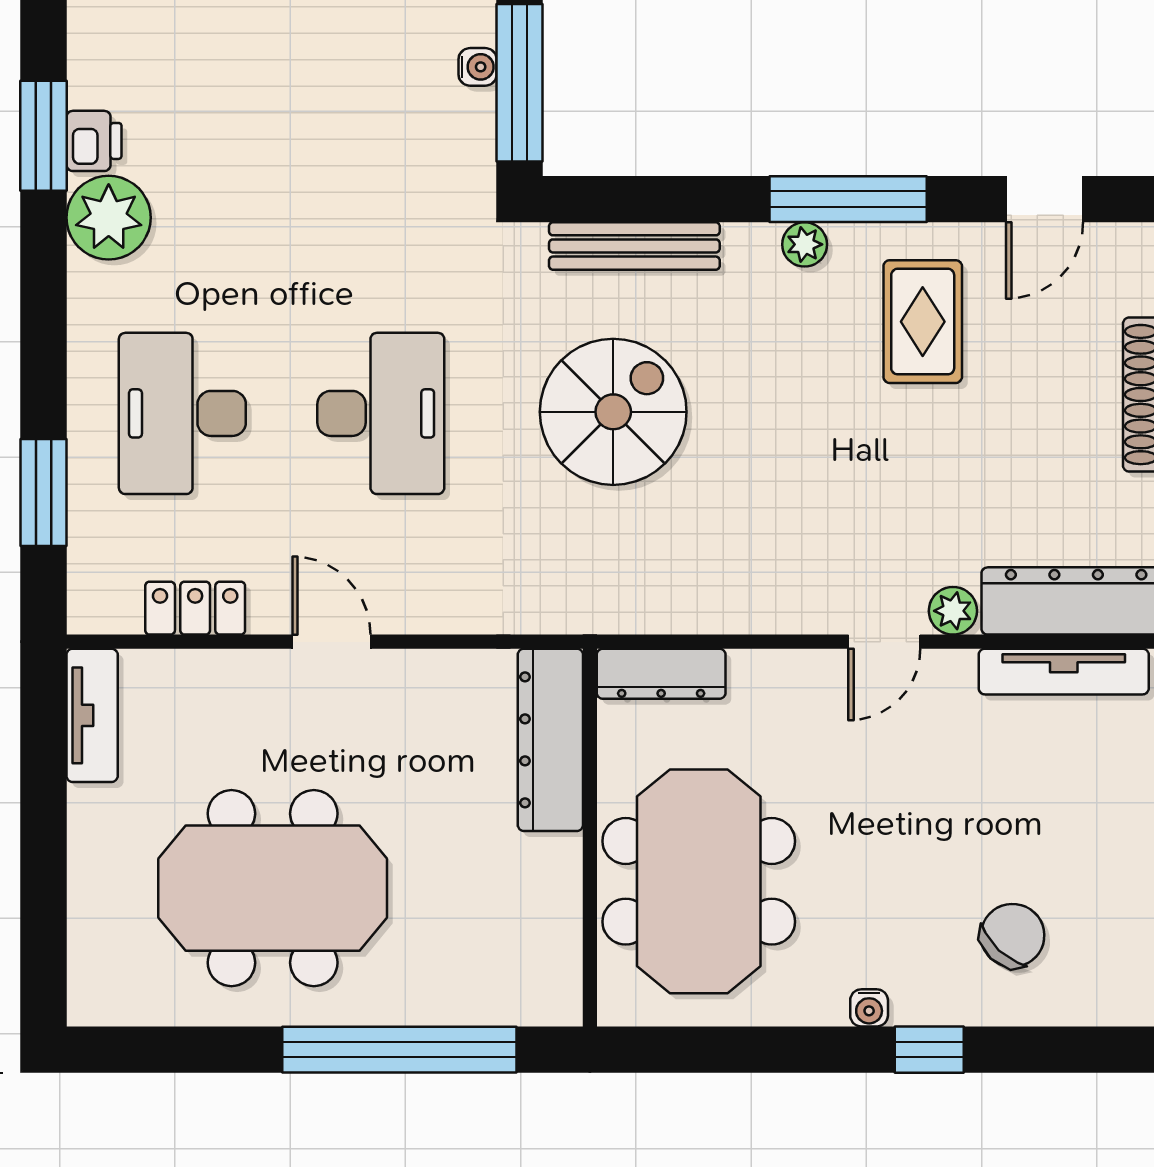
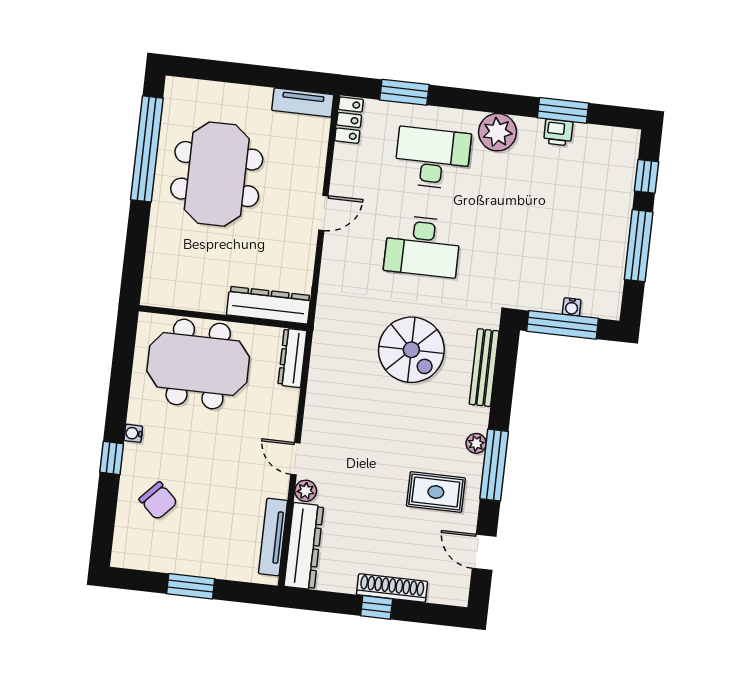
plant: (109, 218) -> (497, 132), moved
locker: (195, 608) -> (349, 120), moved
window: (399, 1050) -> (147, 149), moved

